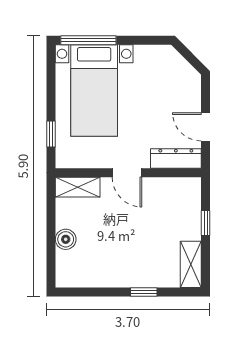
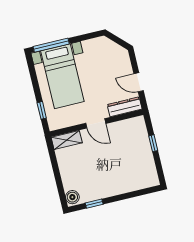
boiler: (66, 239) -> (72, 197), moved
shelving: (191, 264) -> (150, 172), removed
window: (144, 292) -> (94, 204), moved

